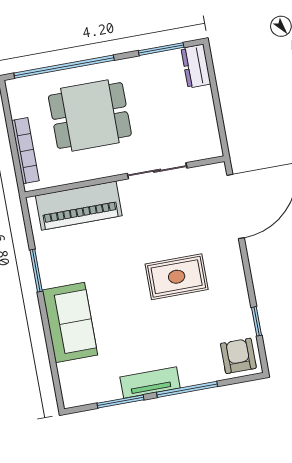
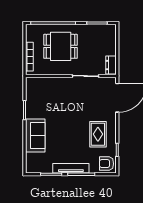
dresser: (196, 66) -> (111, 65), moved
piano: (79, 206) -> (48, 85), removed
rug: (177, 277) -> (98, 134), moved, turned 90
armchair: (238, 356) -> (106, 164), turned -90
tv unit: (150, 382) -> (71, 168), width x1.41

